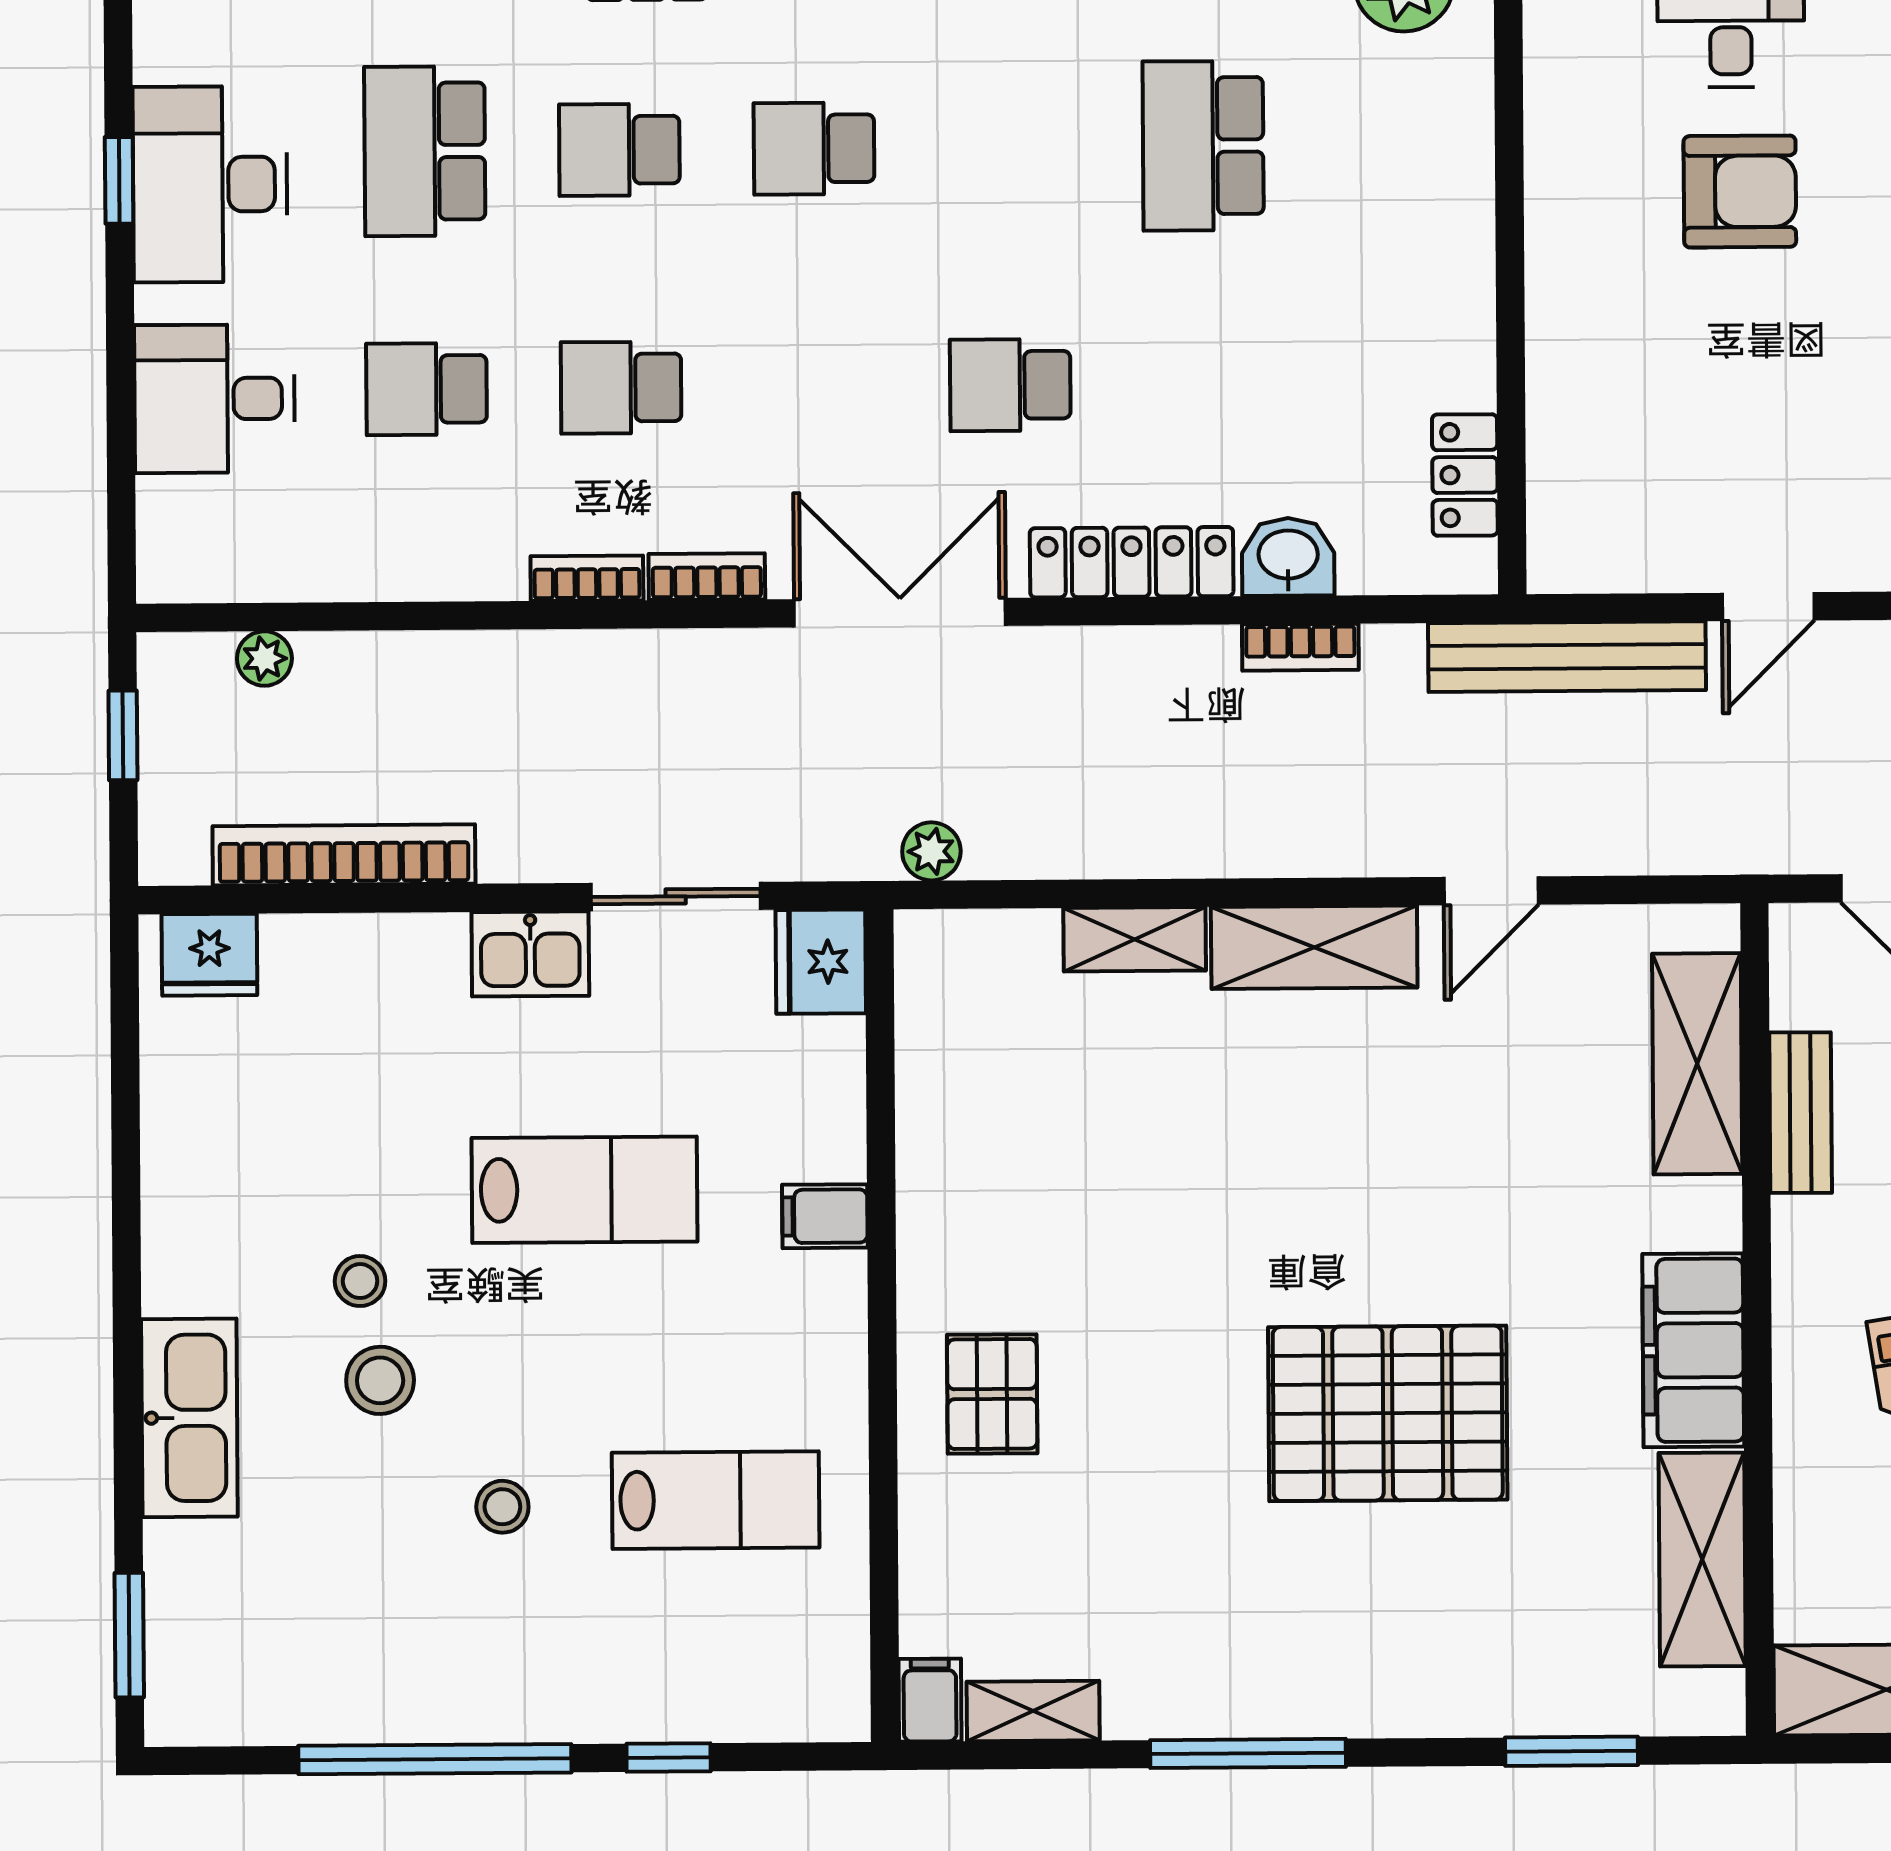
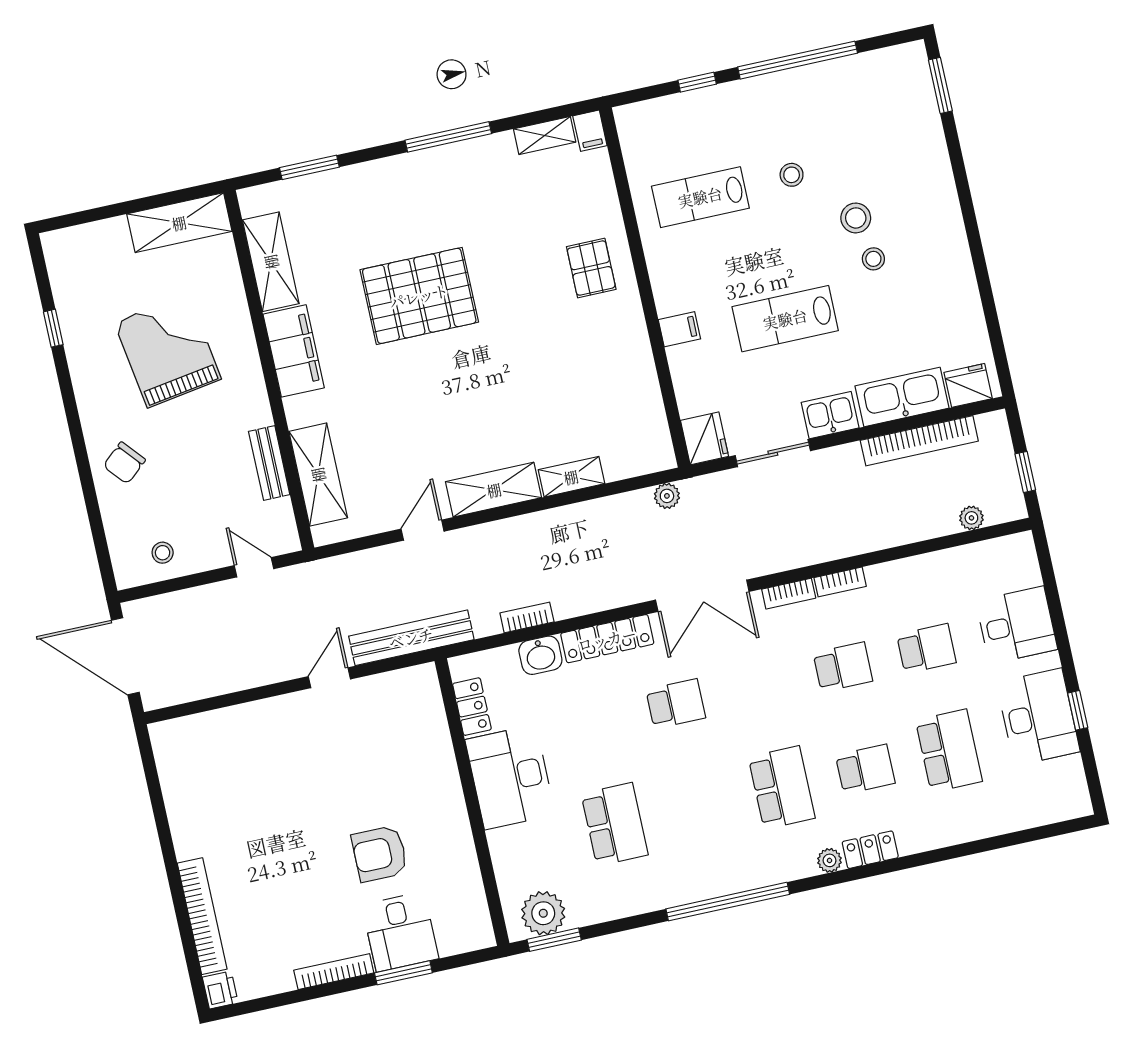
school desk: (814, 148) -> (782, 788), width x1.85
desk: (1413, 300) -> (510, 777), added
kitchen sink: (189, 1418) -> (902, 397), moved, turned 90

